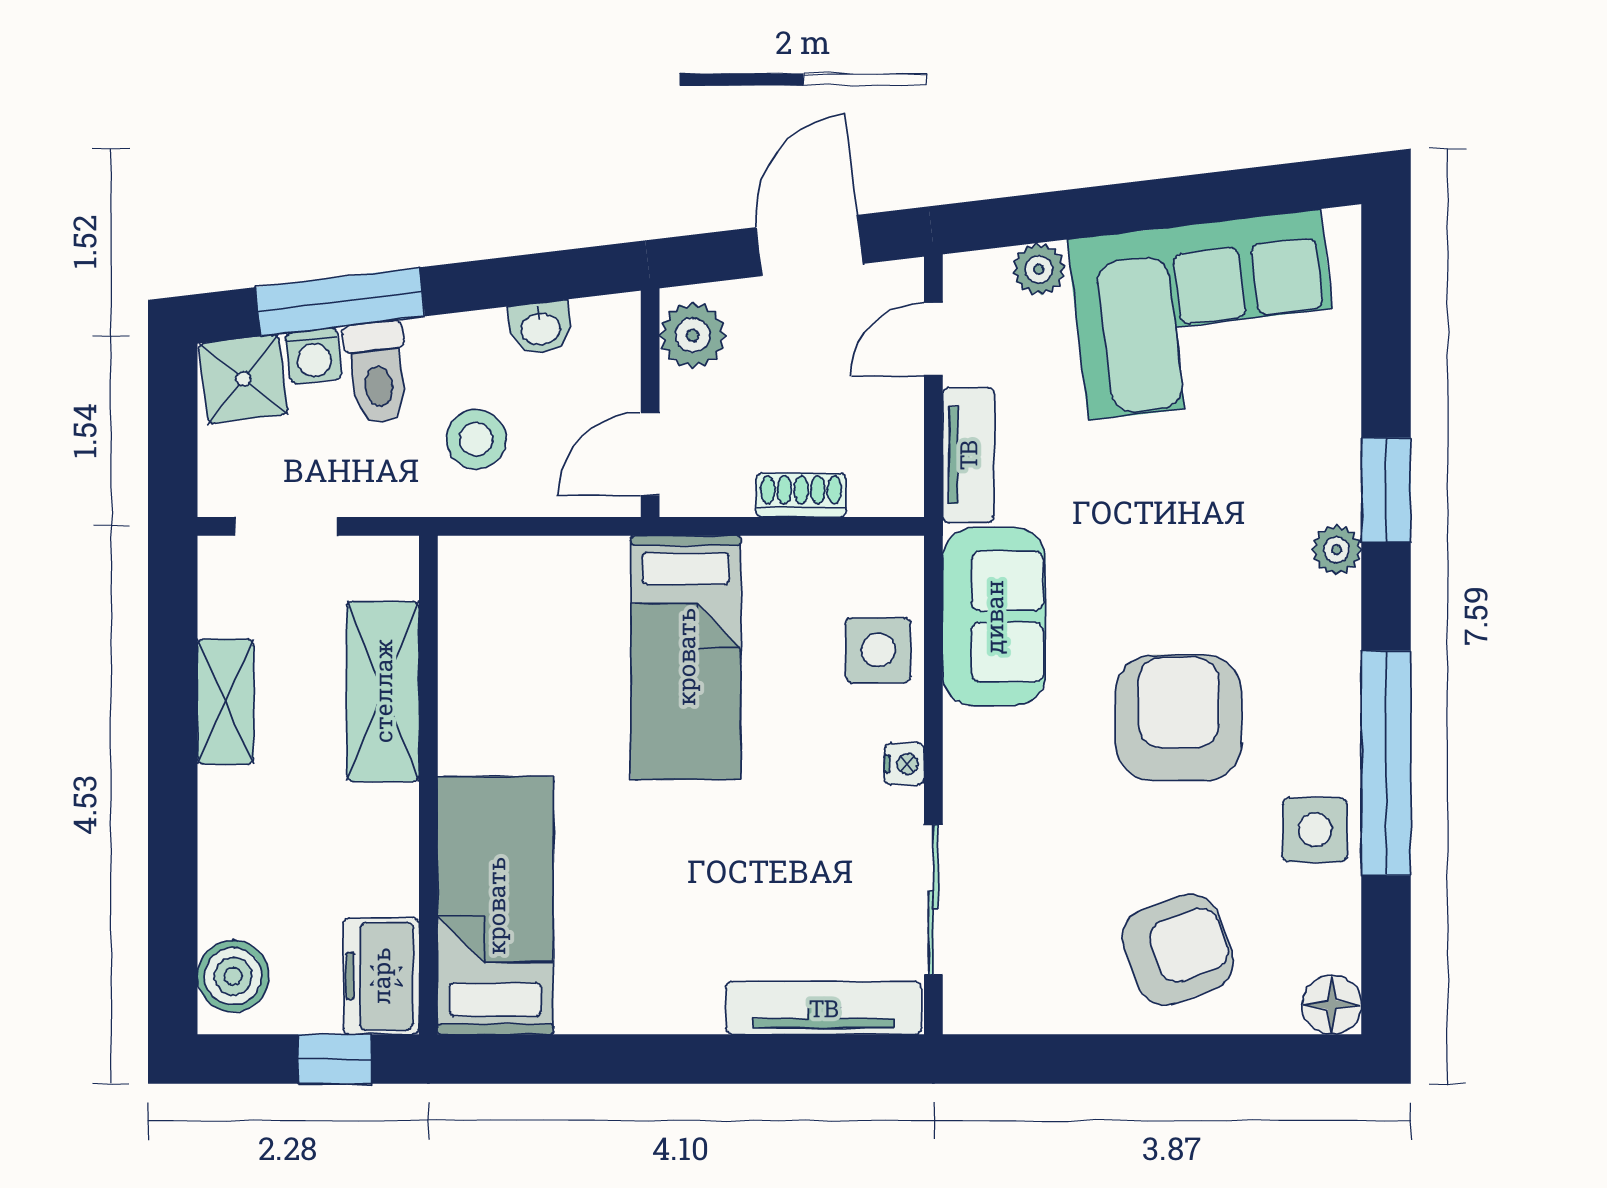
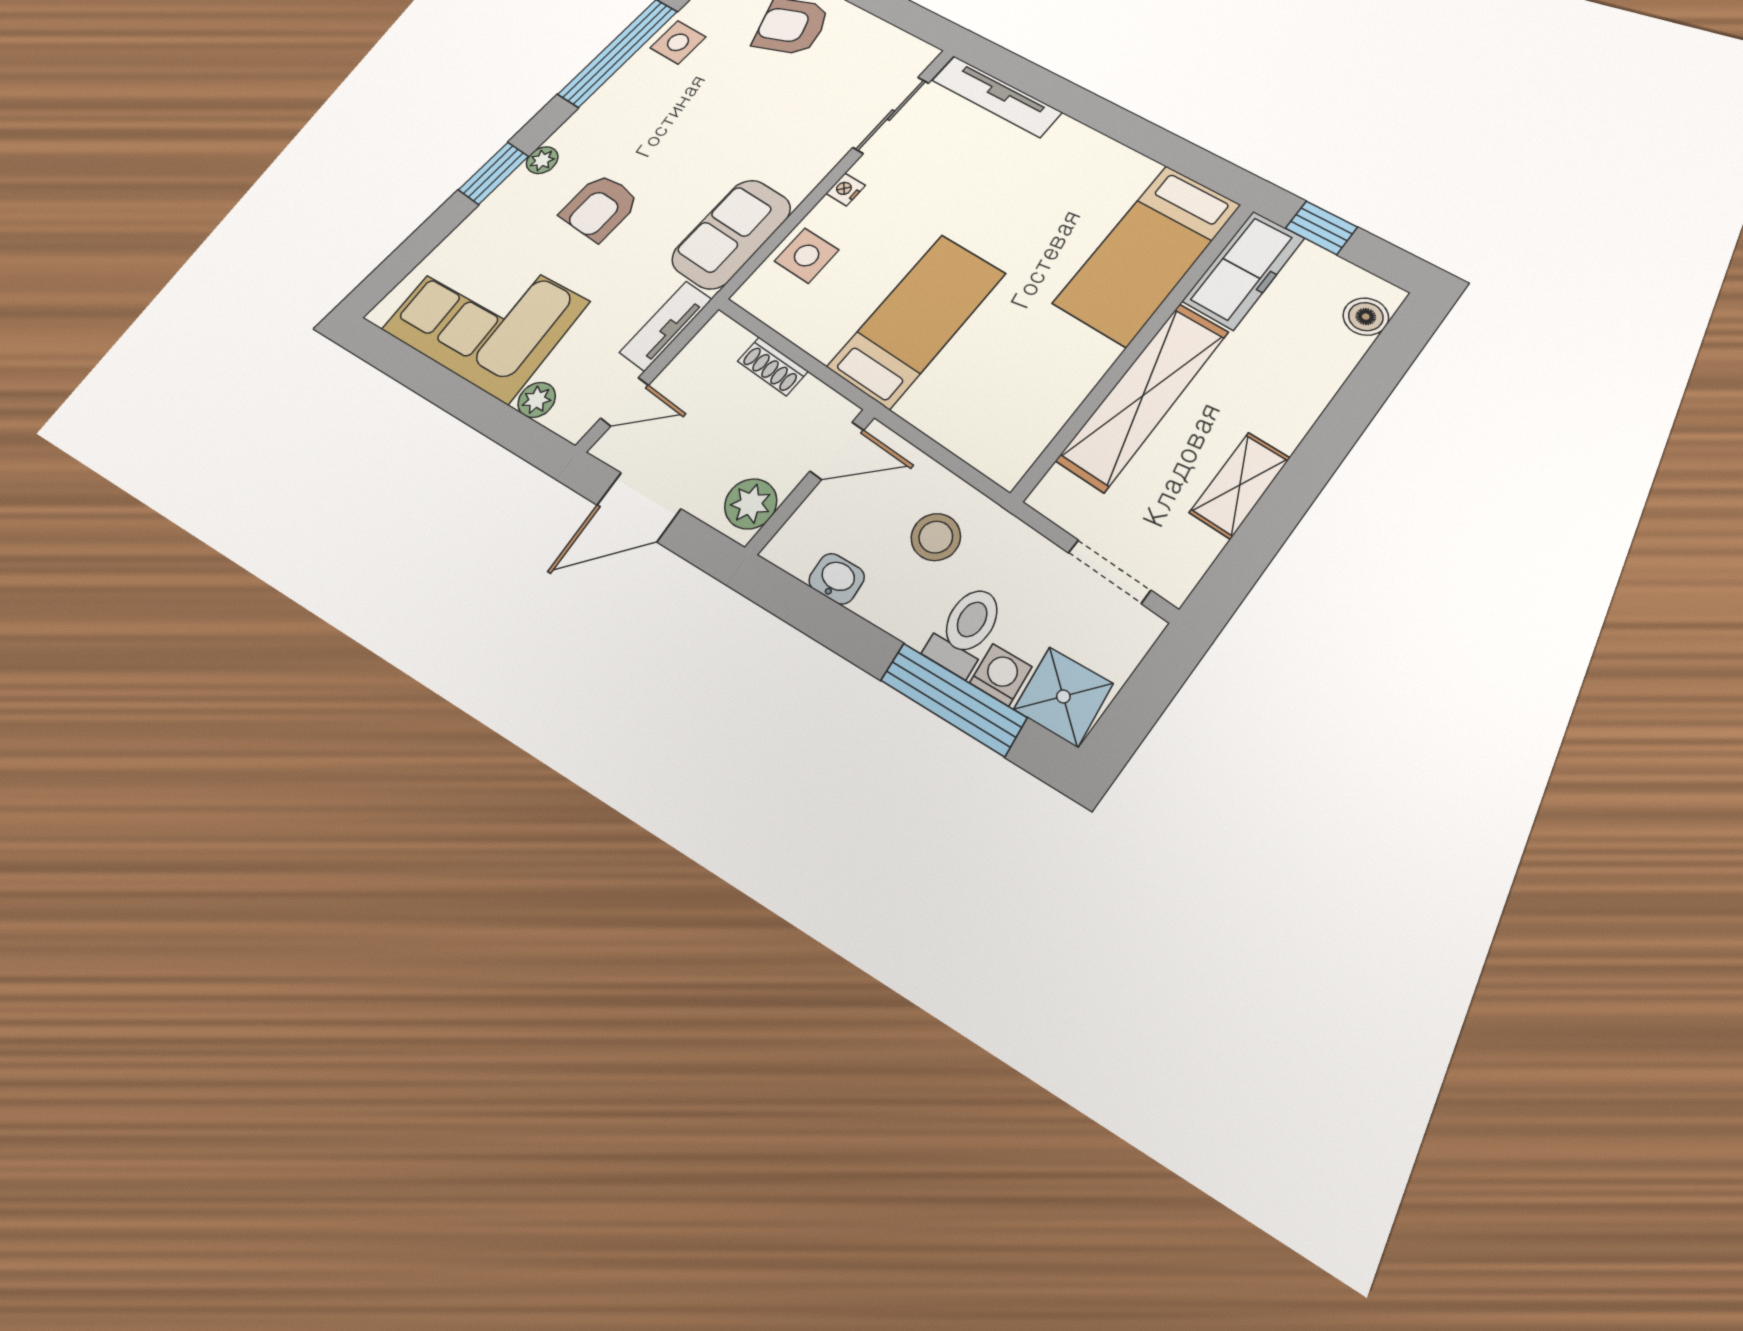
shelving: (383, 691) -> (1143, 396), width x1.47
armchair: (1179, 718) -> (600, 207), moved, width x0.73, depth x0.73
boiler: (233, 976) -> (1366, 317), width x0.73, depth x0.73
freezer: (381, 976) -> (1244, 270), width x1.40

